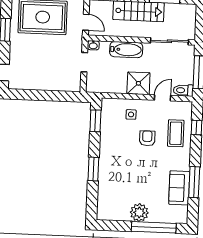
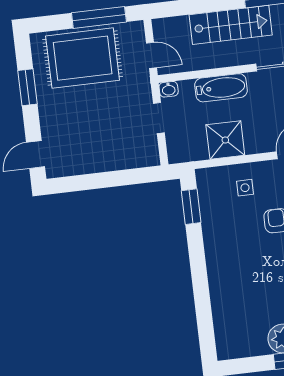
shower: (138, 83) -> (225, 140), moved
window: (93, 169) -> (200, 282), removed

